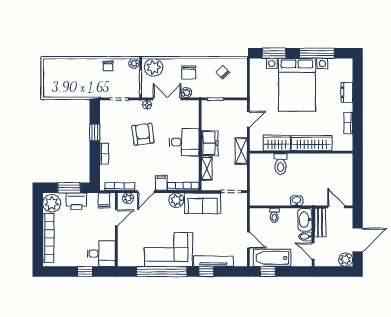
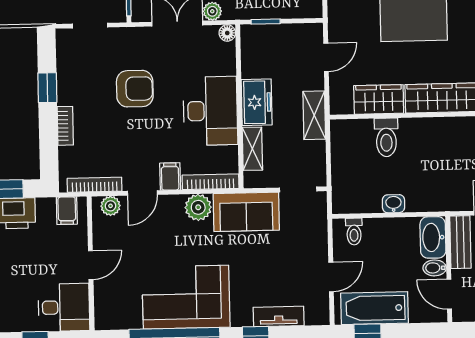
floor lamp: (147, 105) -> (227, 33), moved
armchair: (143, 134) -> (135, 89), turned 97
desk: (184, 142) -> (210, 111), width x1.37
washbasin: (297, 201) -> (394, 204), moved
toilet: (274, 215) -> (354, 232), moved
door: (116, 218) -> (91, 265), moved
door: (248, 240) -> (331, 277), hinge flipped
tv unit: (213, 261) -> (279, 316), width x0.71

